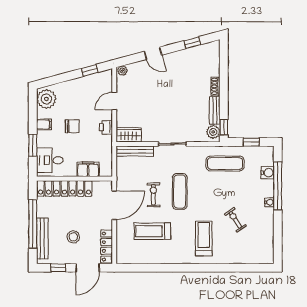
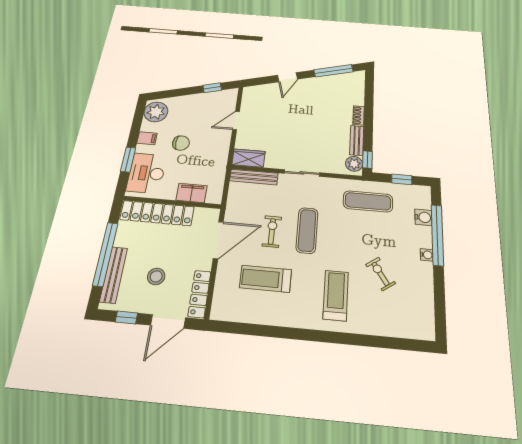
window: (192, 43) -> (333, 71), width x2.17
door: (153, 53) -> (287, 77), hinge flipped
plant: (122, 71) -> (250, 91), removed
printer: (106, 127) -> (222, 148), removed
desk: (50, 160) -> (147, 173), width x1.37

